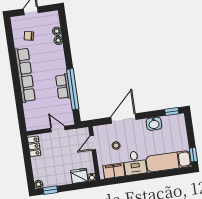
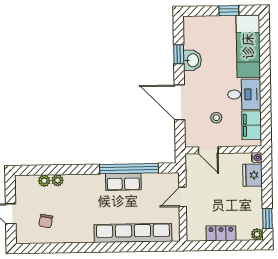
row of seats: (25, 75) -> (133, 233), moved
window: (172, 112) -> (179, 54), moved
locker: (34, 146) -> (221, 233), moved
window: (193, 155) -> (229, 11), moved

